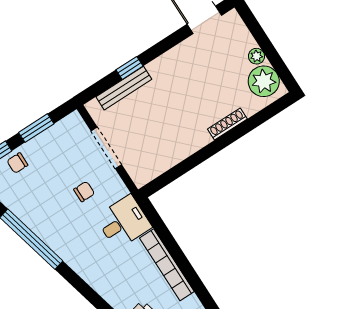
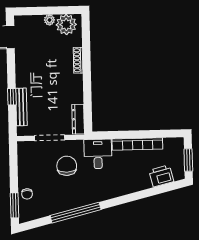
window: (36, 128) -> (14, 171), removed
dresser: (152, 170) -> (78, 119), added
chair: (84, 192) -> (67, 166), width x1.87, depth x1.87

